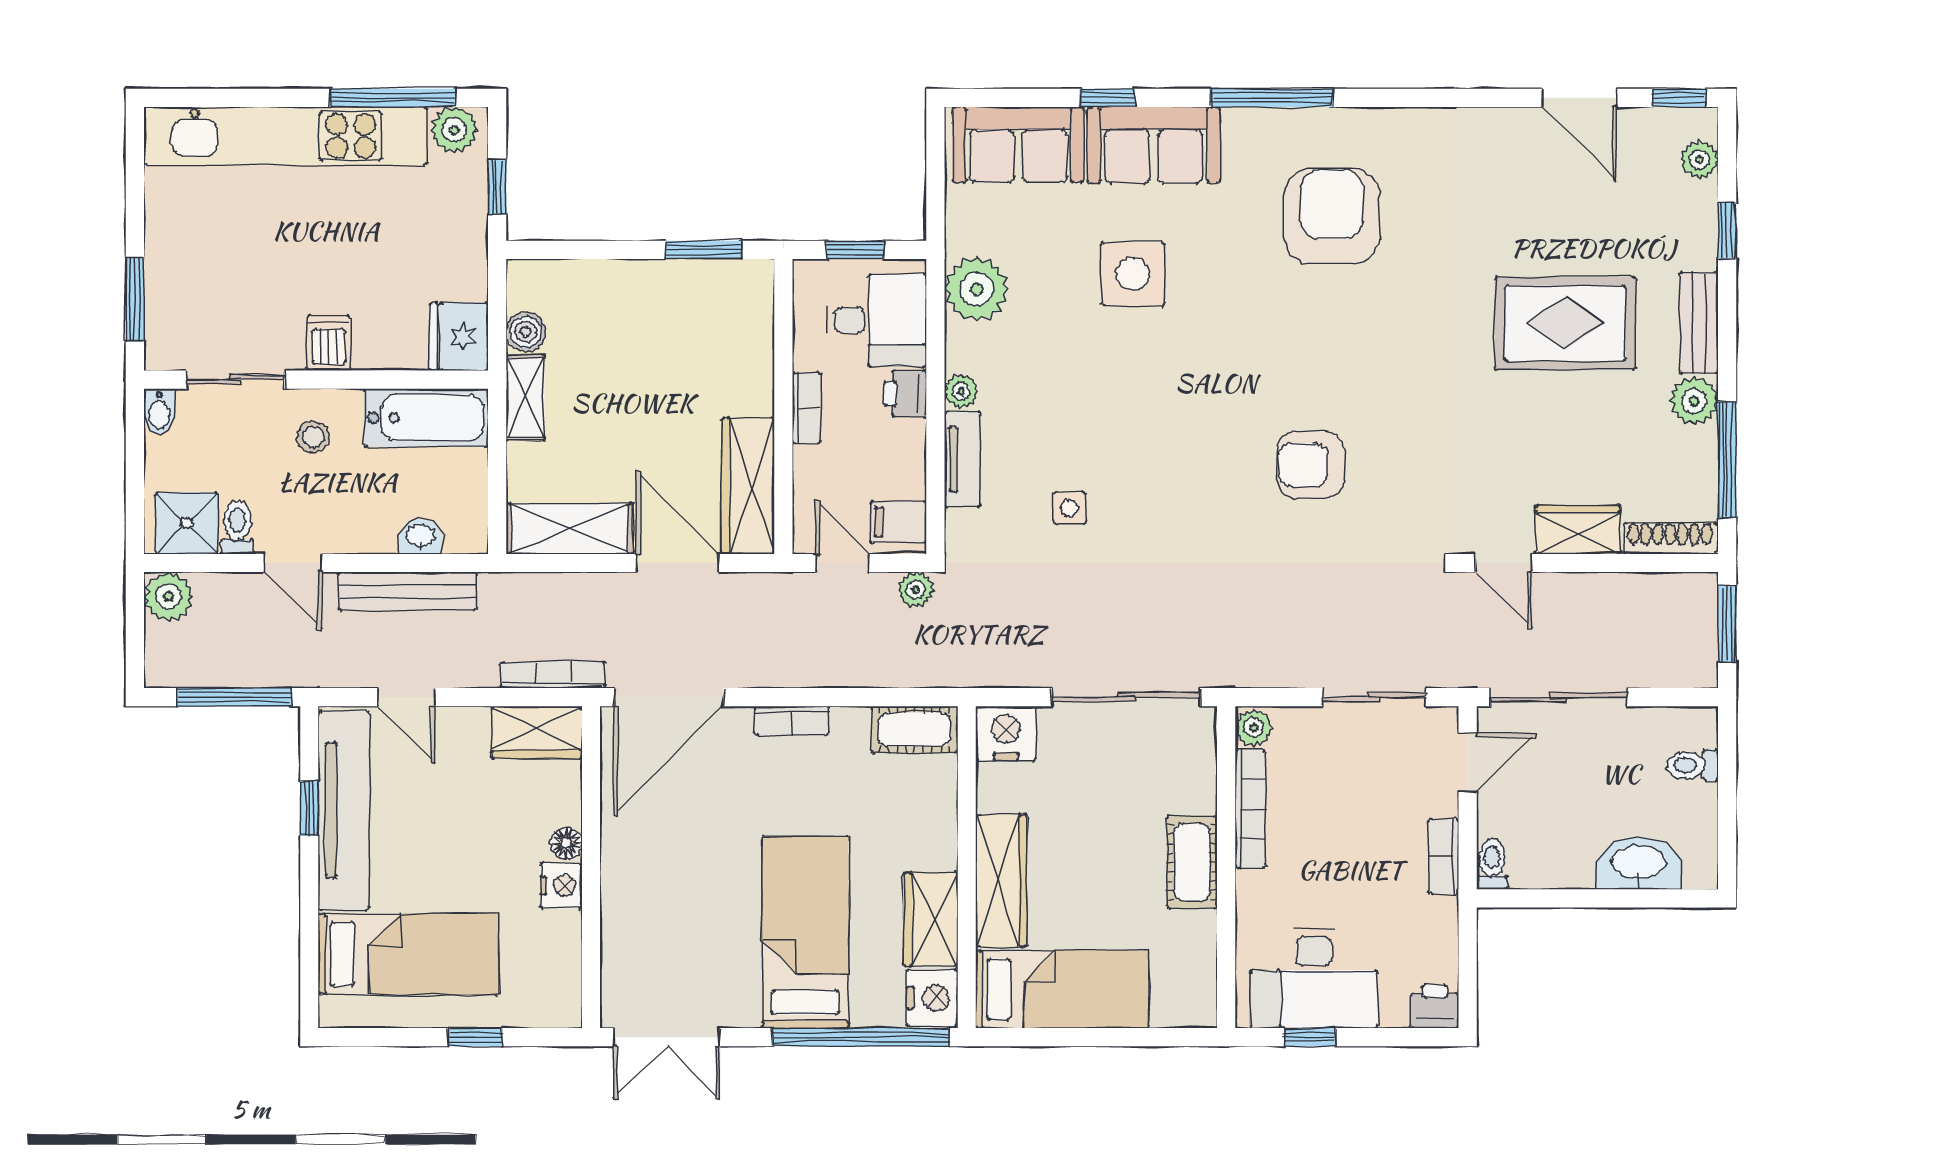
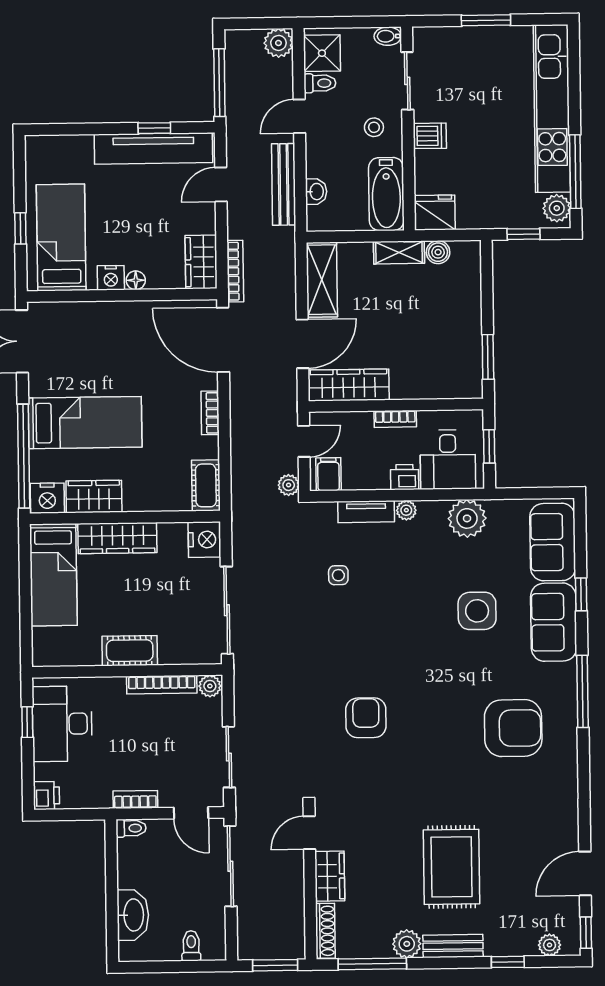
window: (135, 300) -> (486, 20), moved
bed: (408, 954) -> (61, 238), moved, turned 180

